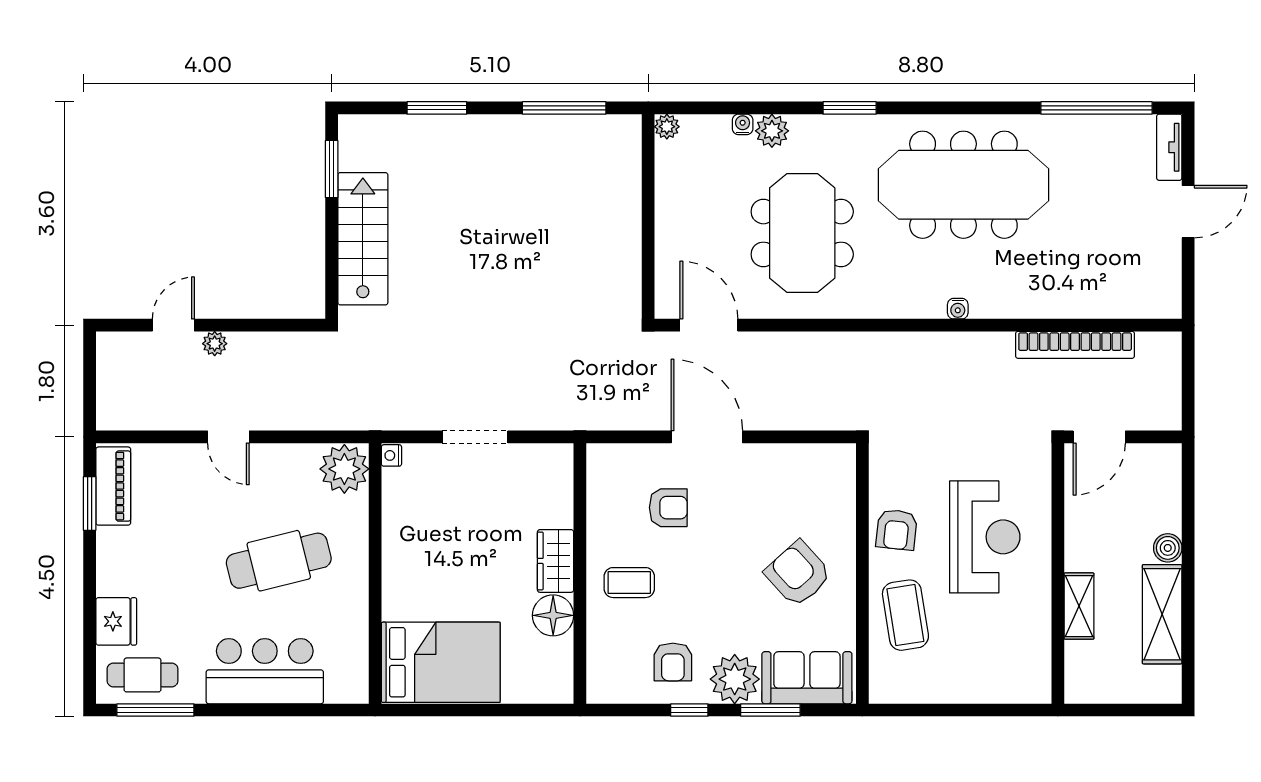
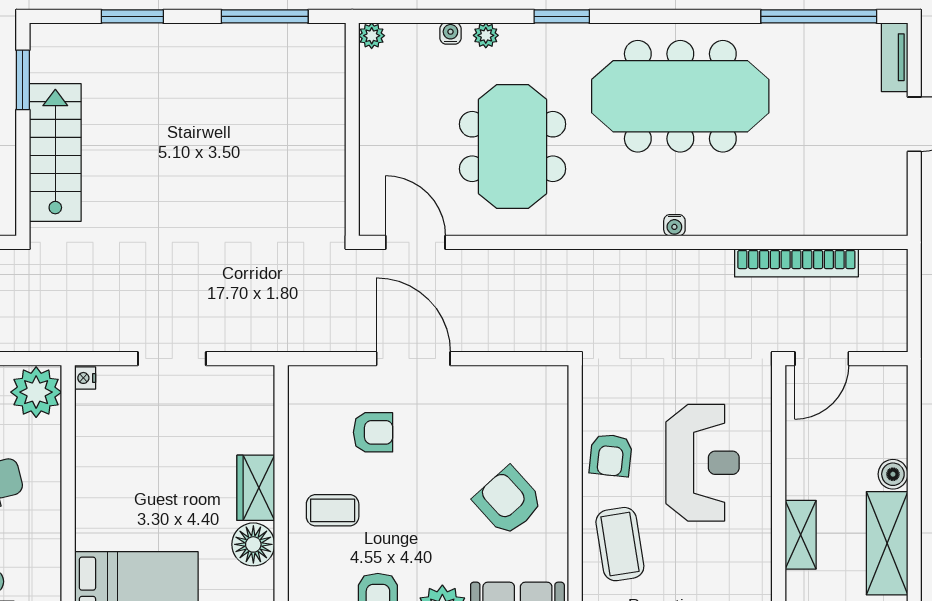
plant: (772, 131) -> (486, 35), width x0.73, depth x0.73

